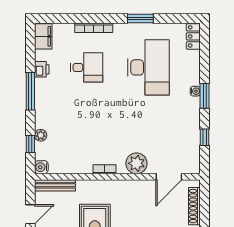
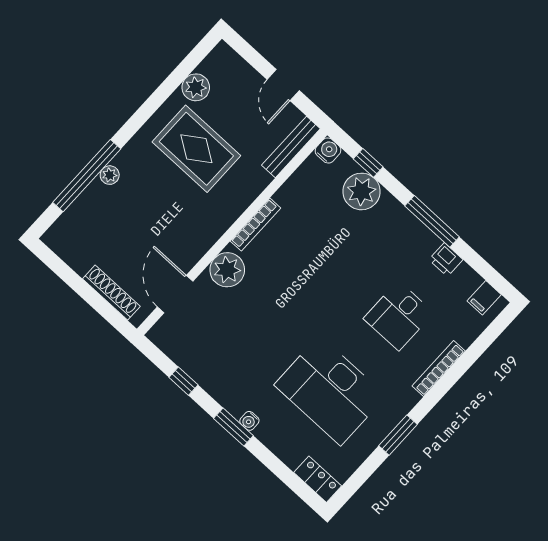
filing cabinet: (43, 36) -> (484, 298), width x0.50
plant: (41, 135) -> (361, 191), width x1.88, depth x1.88
bookcase: (104, 169) -> (256, 225), width x1.56

